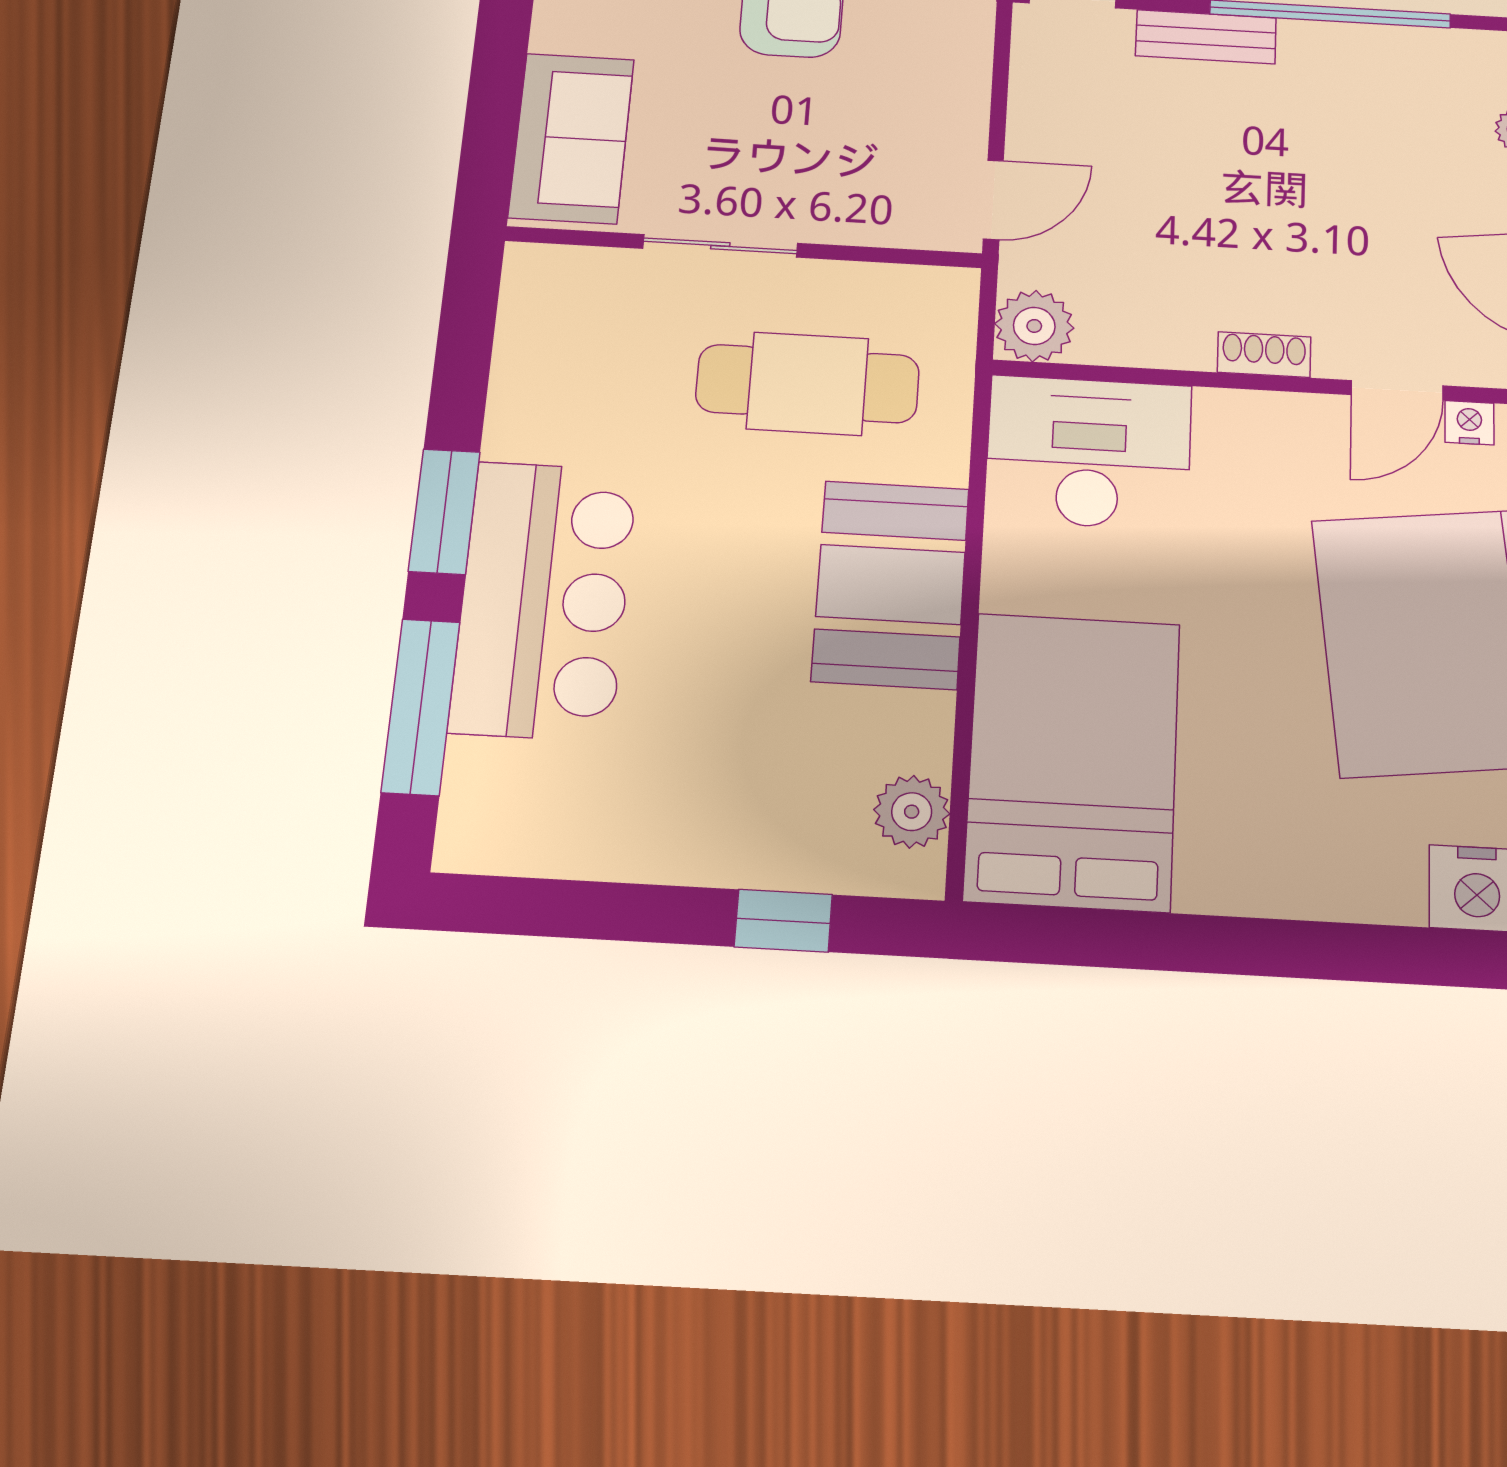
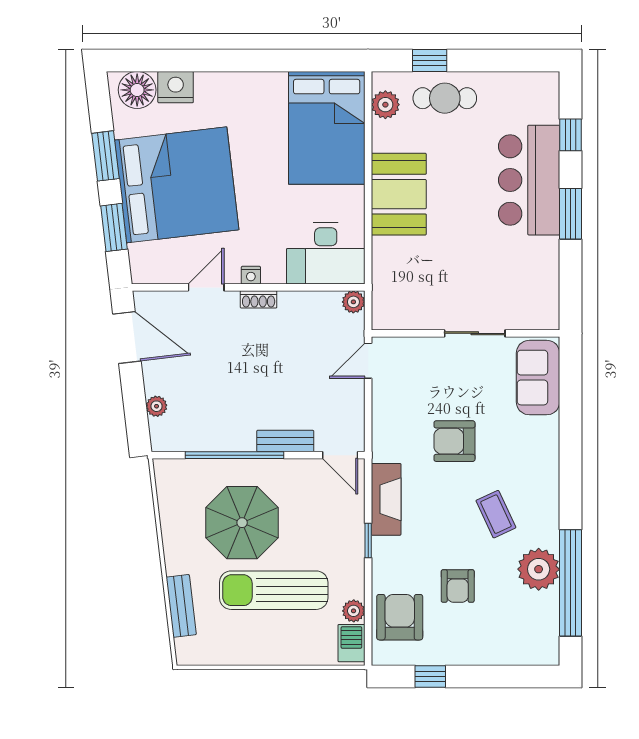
plant: (1034, 326) -> (353, 302), width x0.73, depth x0.73
cafe table: (808, 384) -> (445, 98), moved, width x0.73, depth x0.74
nightstand: (1469, 423) -> (251, 275), moved
window: (421, 707) -> (570, 135), width x0.46

